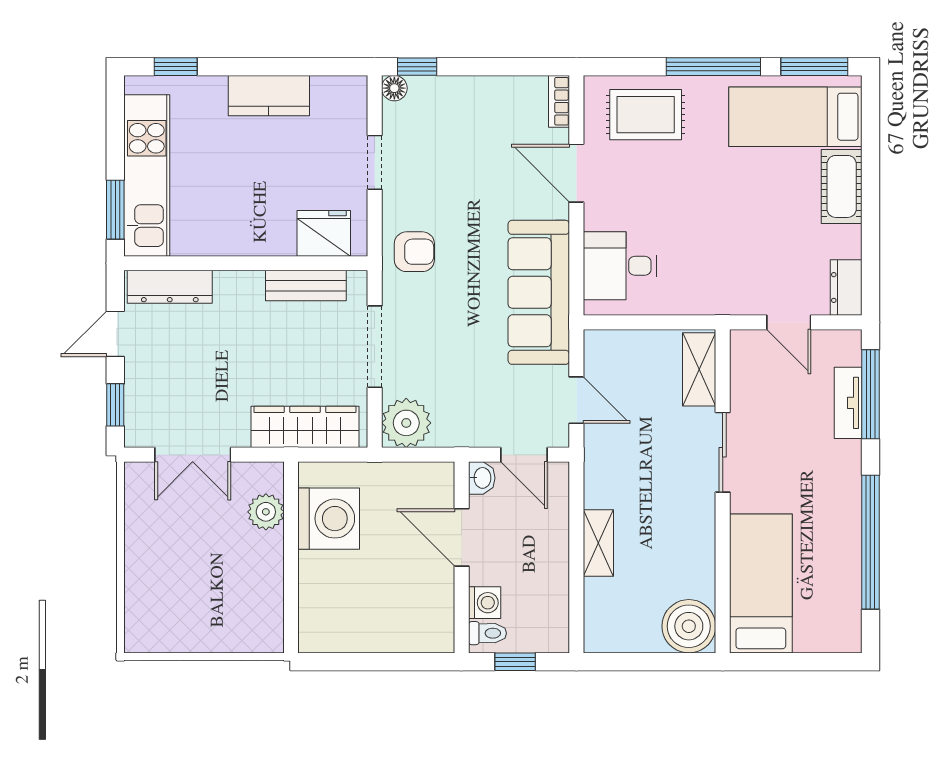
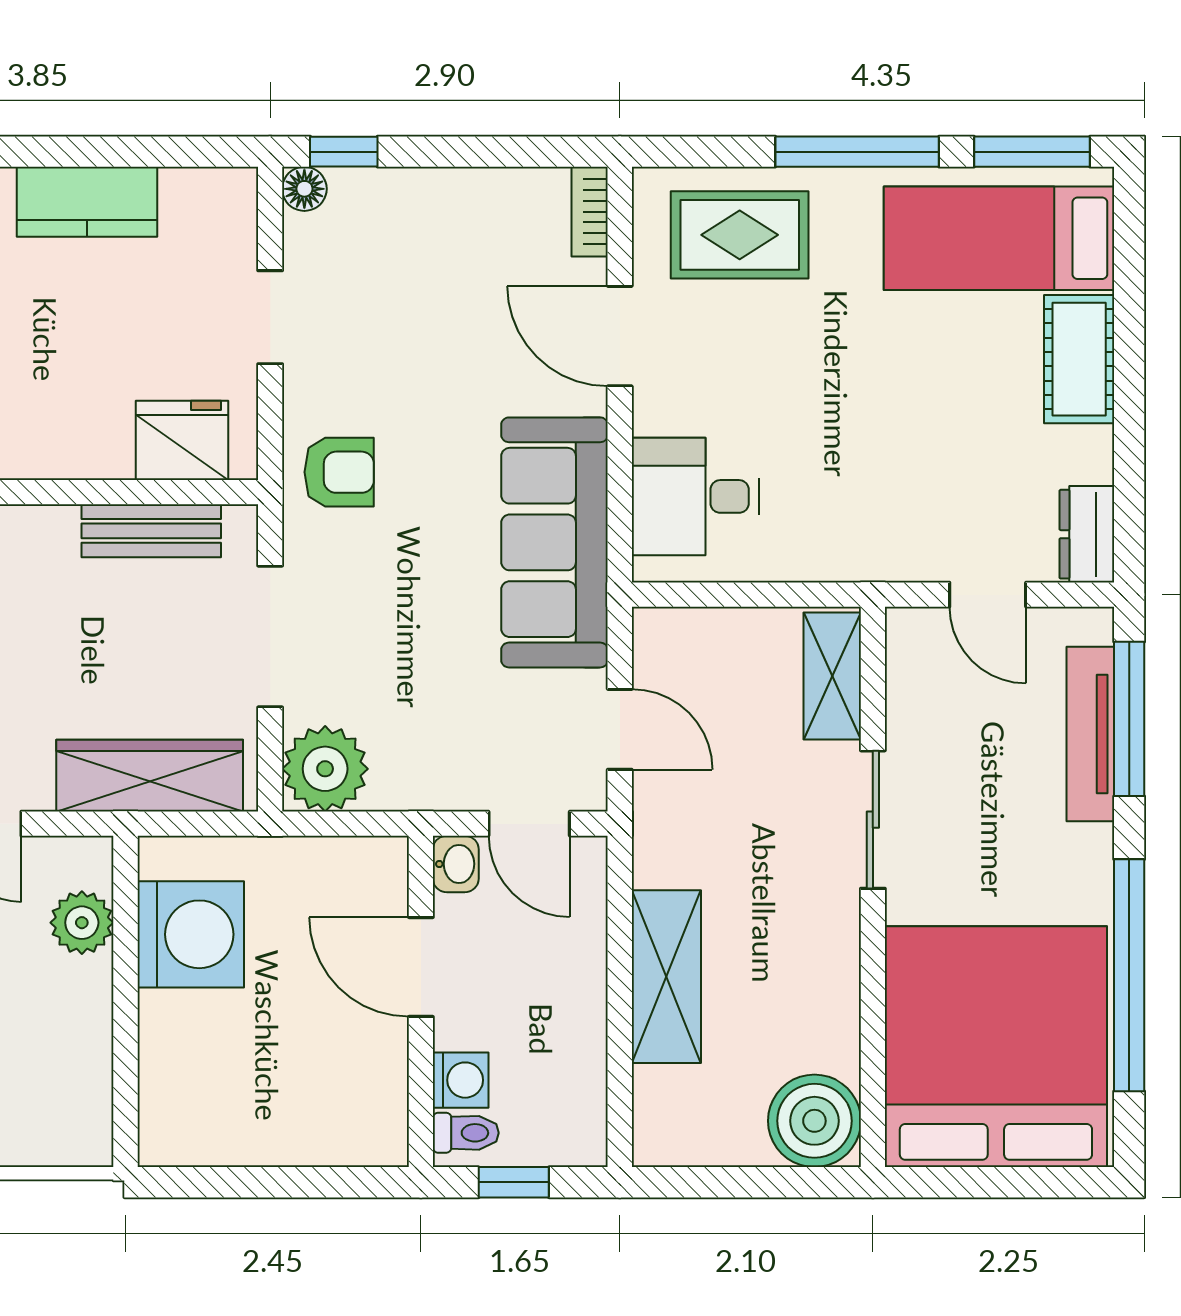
tv unit: (848, 403) -> (1090, 734), width x1.41
shelving: (598, 543) -> (666, 977), width x1.50, depth x1.33
bed: (761, 583) -> (996, 1047), width x2.04

